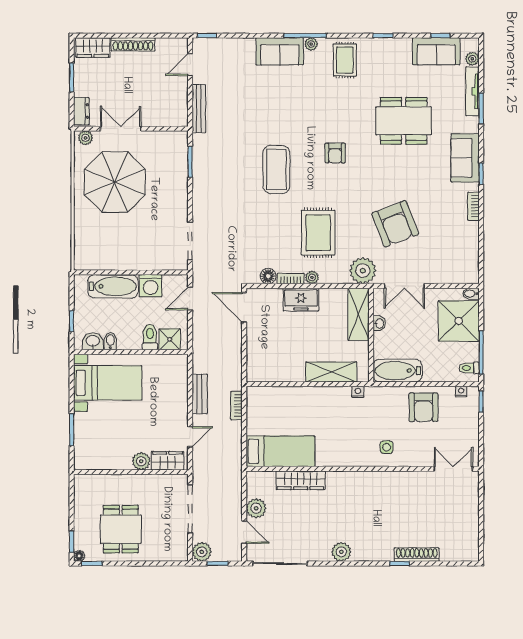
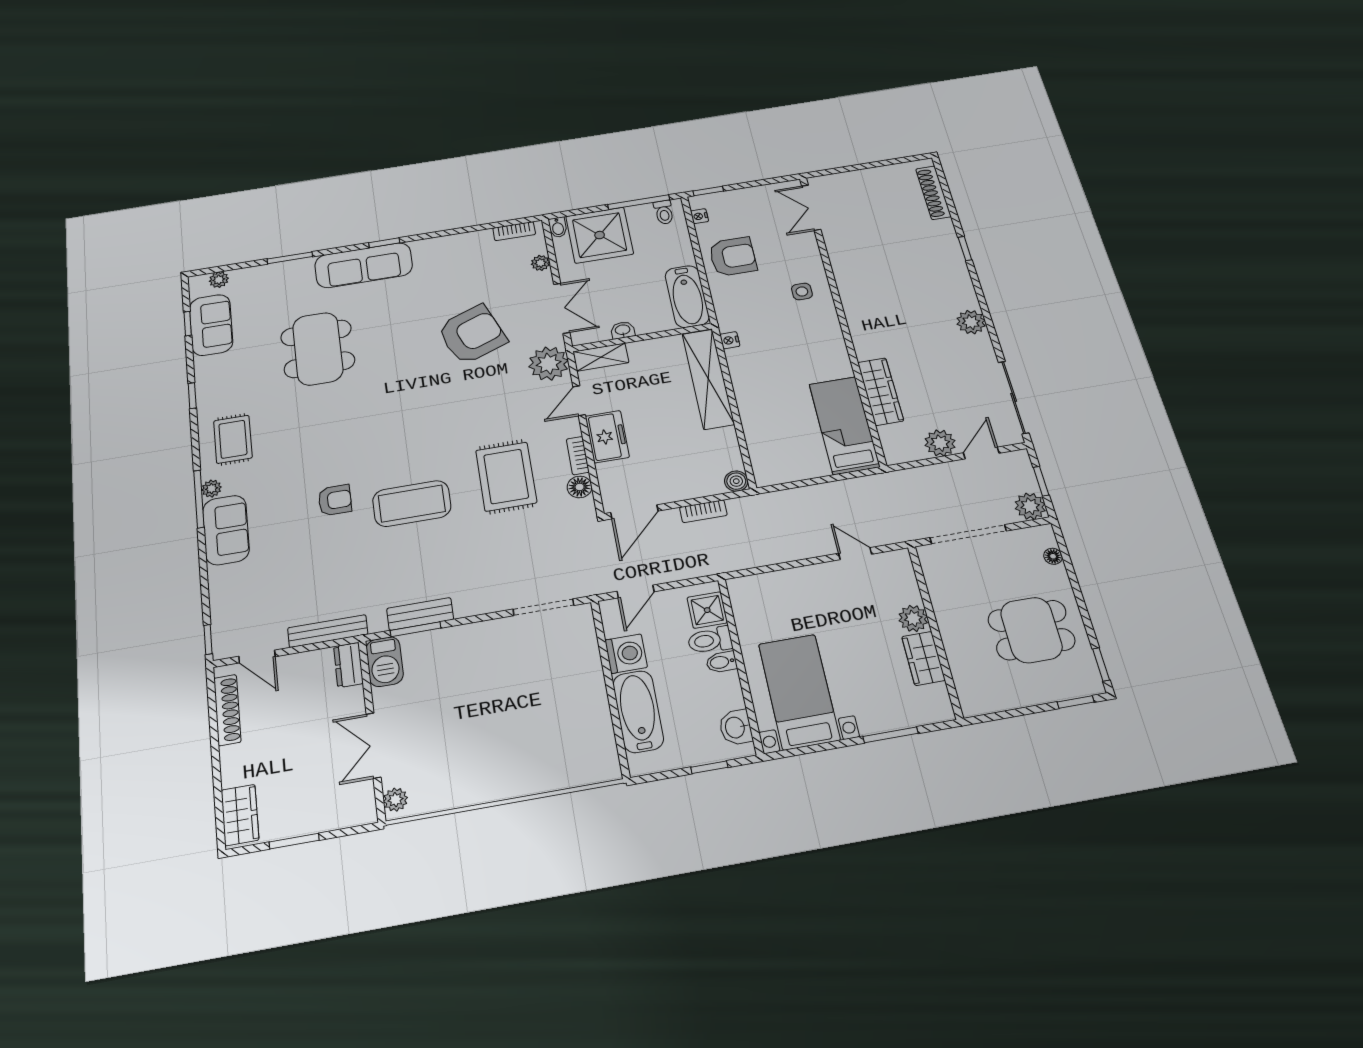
shoe rack: (133, 44) -> (227, 710), moved
rug: (345, 60) -> (233, 439), turned 90
tv unit: (472, 91) -> (266, 272), removed
dresser: (81, 111) -> (348, 665), moved, turned -90
barbecue: (172, 141) -> (385, 662), added
armchair: (335, 153) -> (335, 500), moved
sofa: (465, 158) -> (364, 265), width x1.36
parasol: (115, 182) -> (464, 739), removed
bookcase: (473, 206) -> (514, 231), moved
rug: (318, 233) -> (506, 476), moved, turned 90
plant: (312, 277) -> (540, 263), moved
door: (331, 286) -> (579, 401), added
door: (190, 298) -> (636, 591), hinge flipped
shelving: (359, 314) -> (601, 357), width x0.67, depth x0.75
bidet: (110, 341) -> (721, 662), moved
shelving: (331, 372) -> (708, 379), width x1.47
boiler: (254, 375) -> (736, 481), added
bench: (200, 394) -> (420, 614), moved
bookcase: (236, 406) -> (703, 511), moved
wardrobe: (168, 461) -> (923, 658), moved
shoe rack: (417, 555) -> (933, 193), moved
floor lamp: (79, 556) -> (1053, 556), moved

